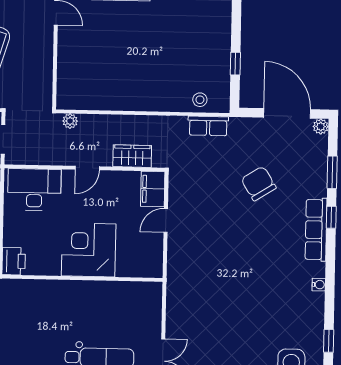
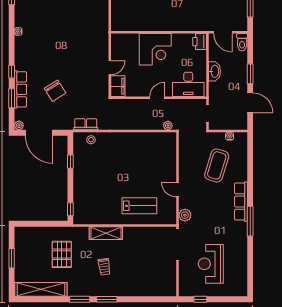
wardrobe: (132, 156) -> (130, 105), removed
row of seats: (316, 230) -> (20, 89), moved

